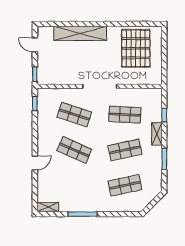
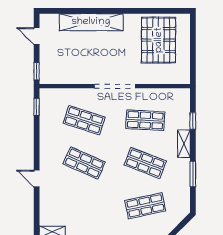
shop shelf: (125, 150) -> (145, 163), turned 33
door: (35, 163) -> (37, 179), swing flipped

